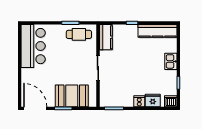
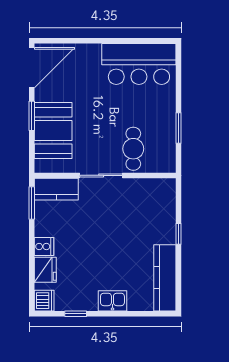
cafe table: (79, 34) -> (133, 149), moved
kitchen counter: (106, 37) -> (56, 189), moved

